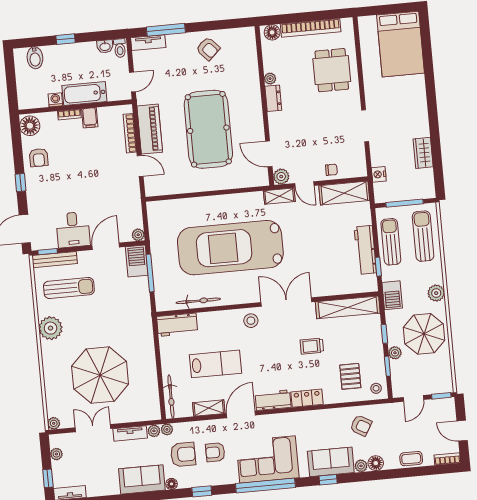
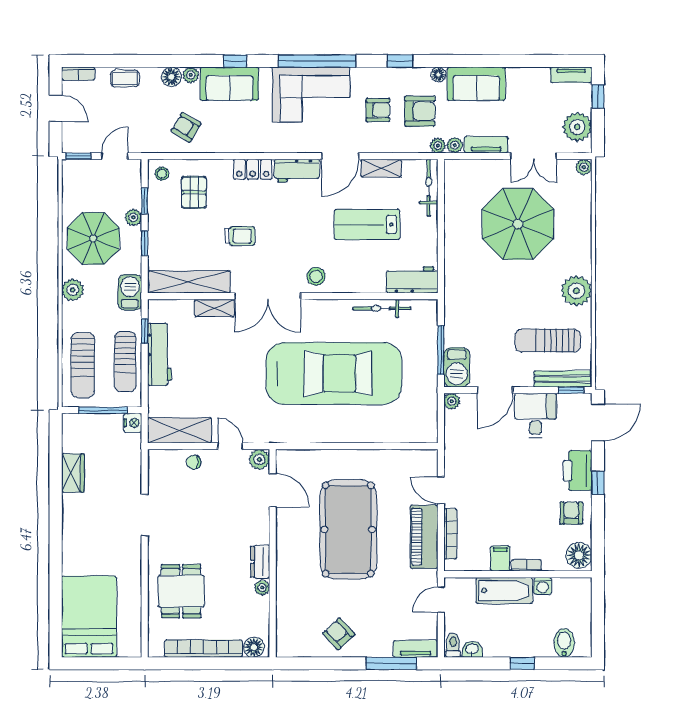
nightstand: (379, 174) -> (133, 423), moved
printer: (37, 191) -> (578, 471), added
shelving: (279, 196) -> (214, 308), moved
plant: (56, 454) -> (577, 127), width x1.88, depth x1.88
armchair: (183, 454) -> (420, 111), turned 180

